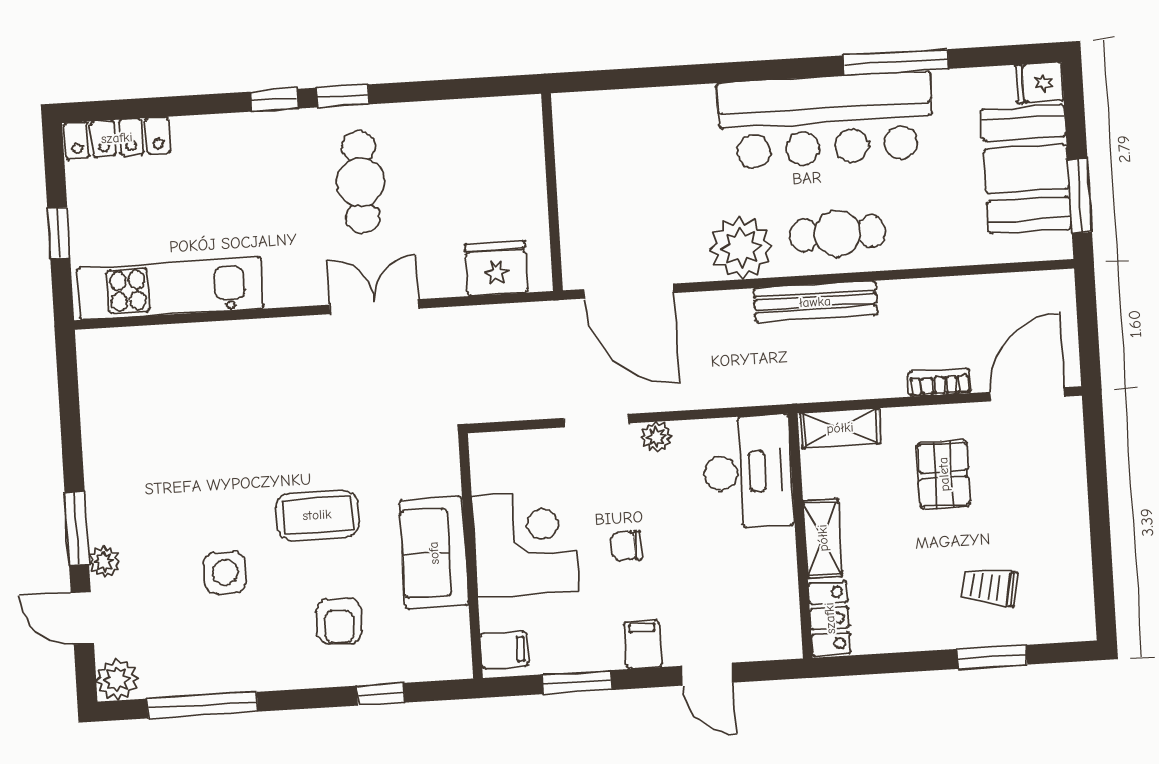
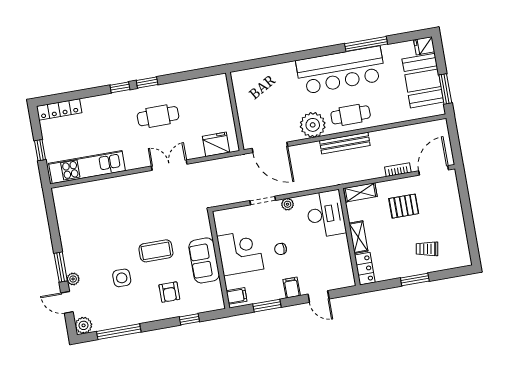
cafe table: (360, 182) -> (158, 116), turned 90
pallet: (944, 474) -> (404, 206), turned 90
window: (992, 657) -> (415, 280), moved

